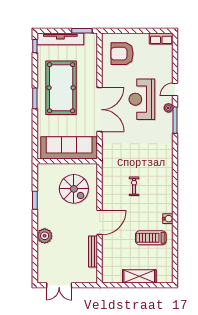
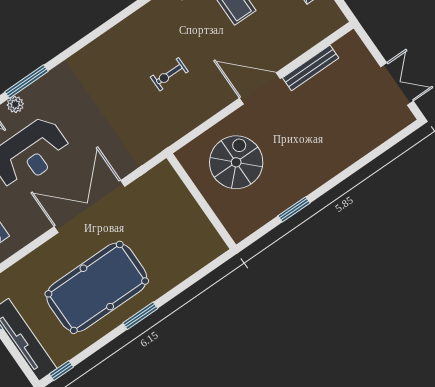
sofa: (69, 148) -> (179, 212), removed
plant: (45, 236) -> (338, 158), removed

